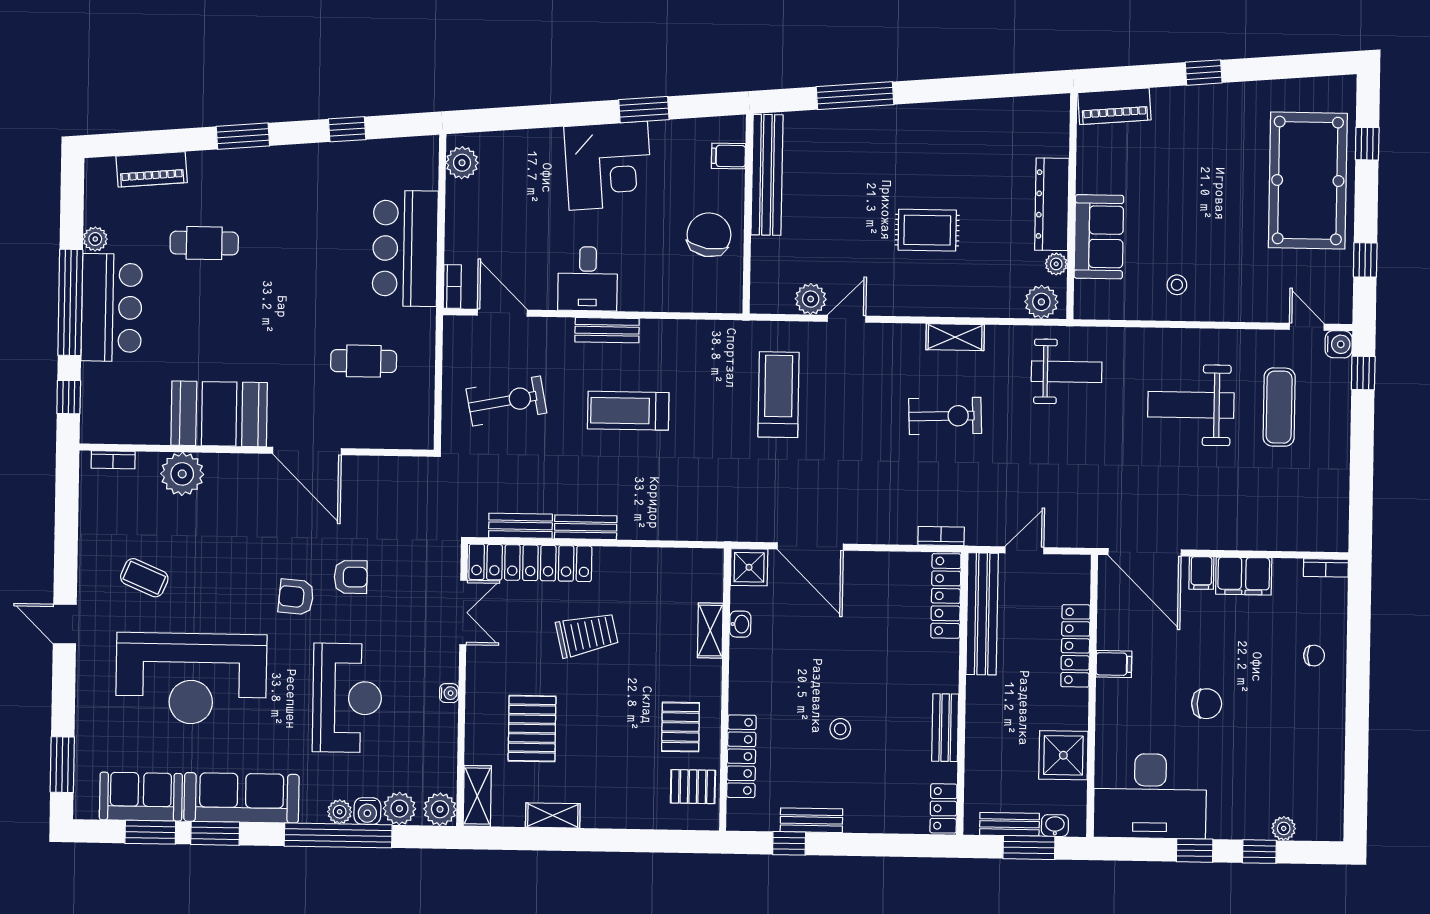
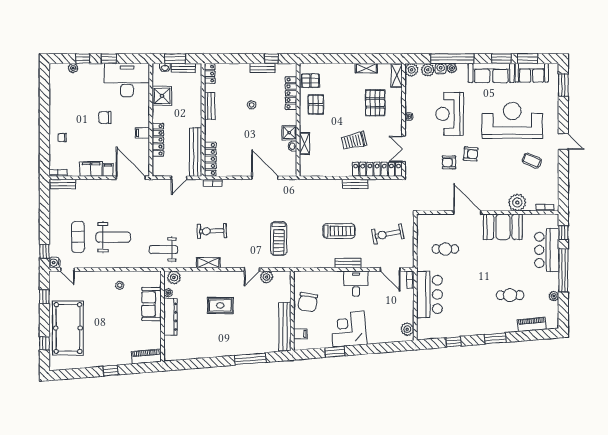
bar counter: (112, 308) -> (547, 250), moved
bench: (520, 526) -> (63, 184), moved
shower: (749, 567) -> (289, 133), moved

